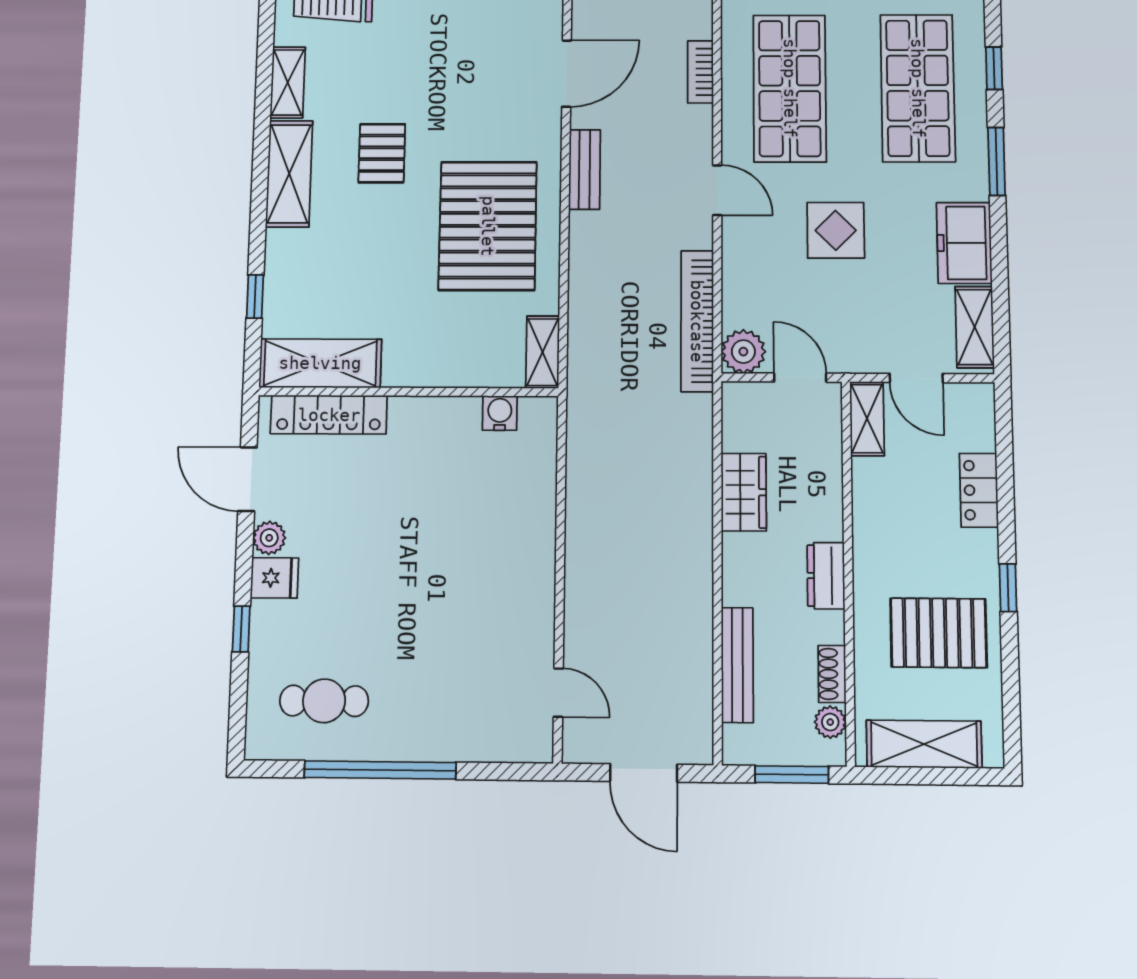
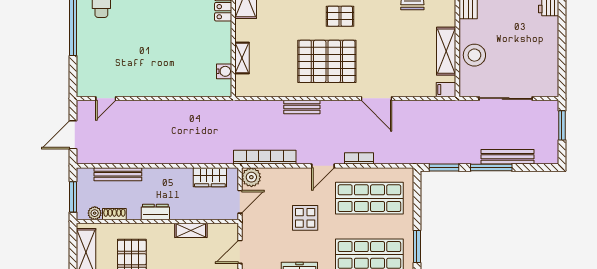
bookcase: (700, 72) -> (359, 158), moved
bench: (584, 169) -> (302, 107), moved
pallet: (488, 226) -> (327, 61), moved
shelving: (543, 352) -> (242, 58), moved, turned 90
shelving: (867, 419) -> (191, 230), moved
wardrobe: (744, 492) -> (210, 177), moved

